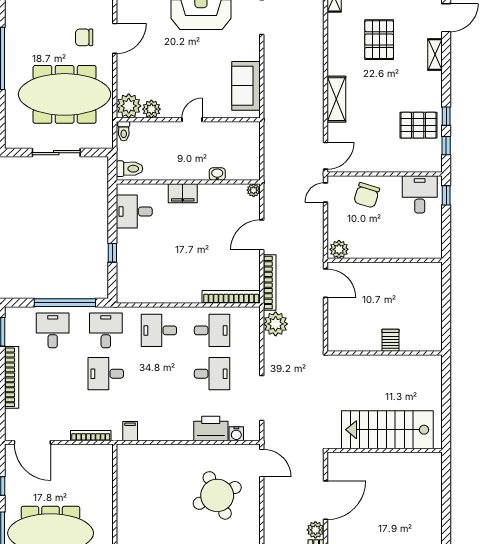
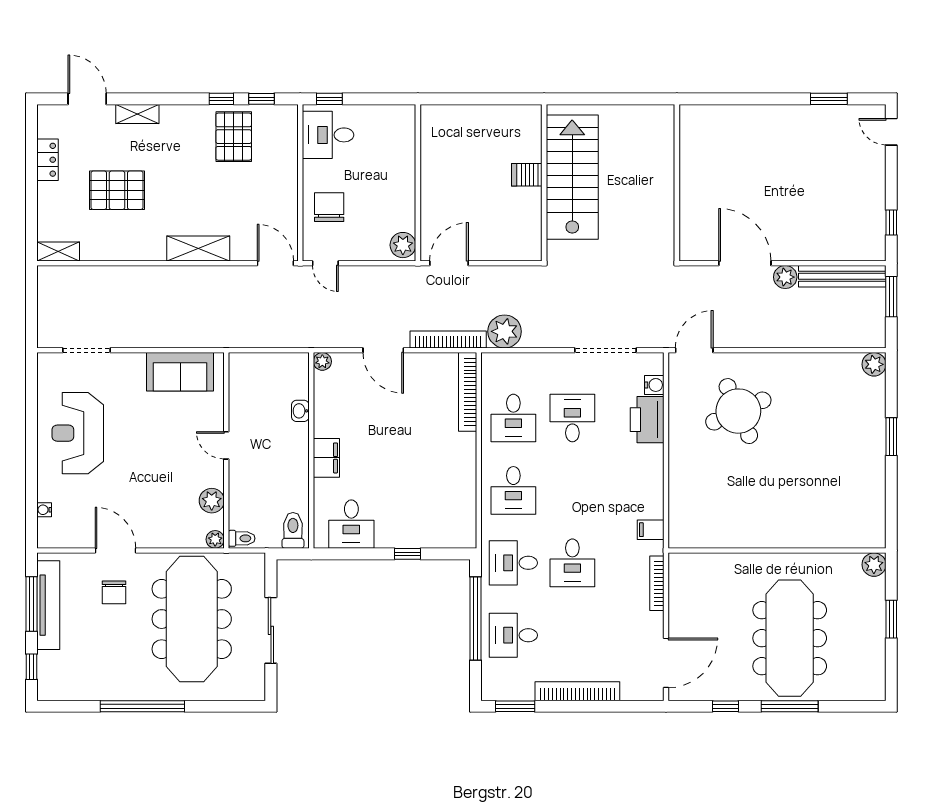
plant: (129, 106) -> (215, 539), width x0.53, depth x0.53
chair: (367, 195) -> (329, 207), turned -107
desk: (212, 330) -> (513, 418), turned 180
stairs: (387, 430) -> (572, 177), moved, turned 180

